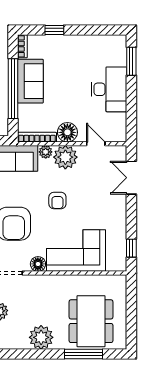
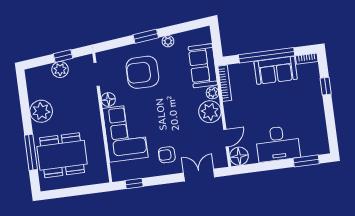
floor lamp: (67, 132) -> (239, 156), moved
armchair: (57, 201) -> (167, 155), moved

